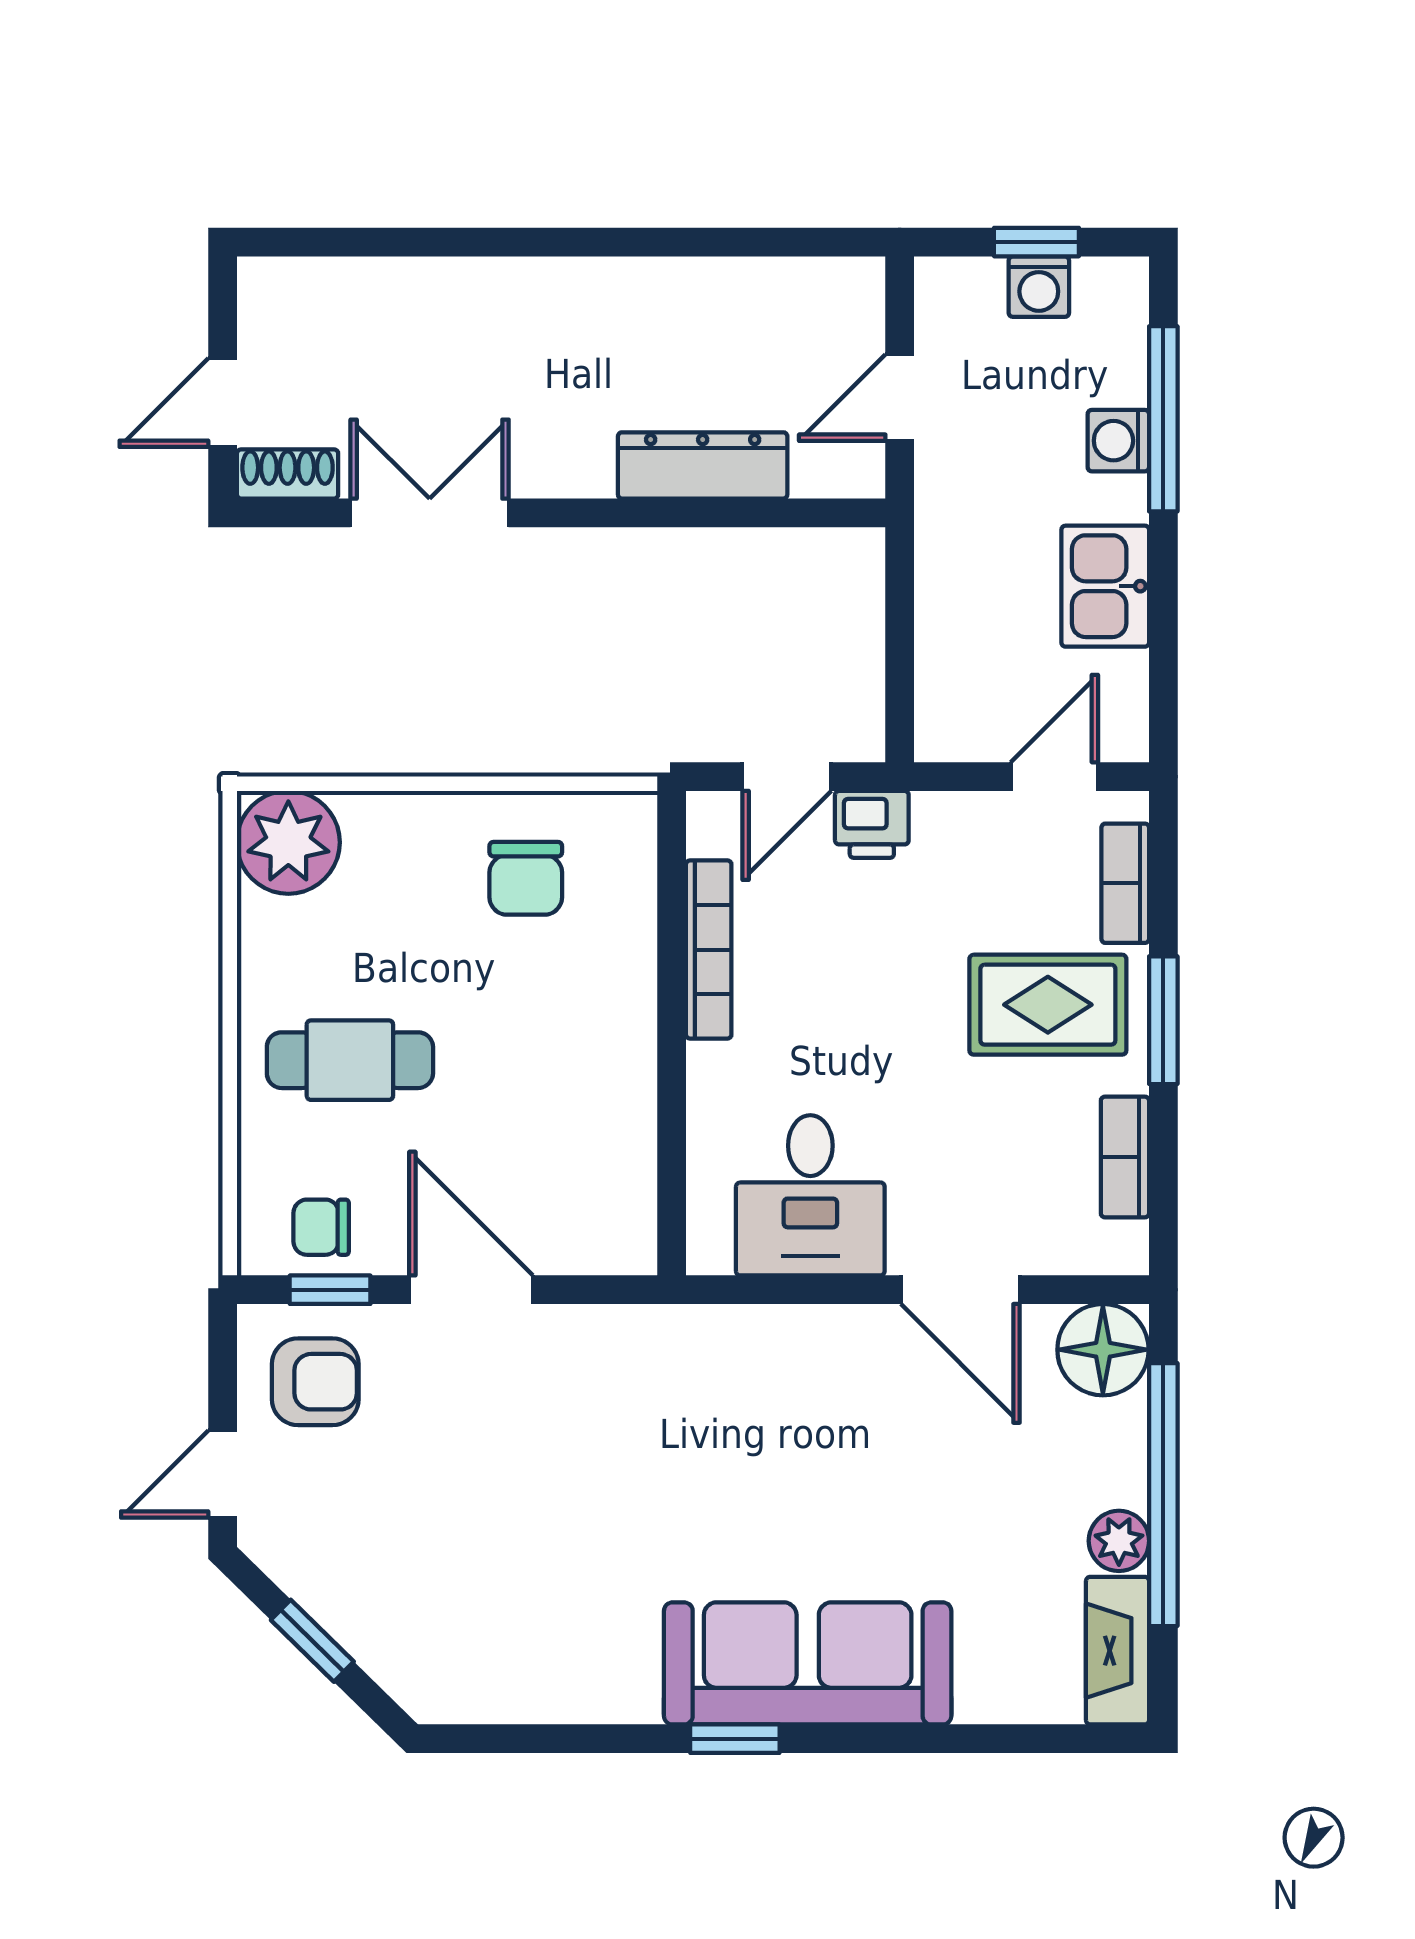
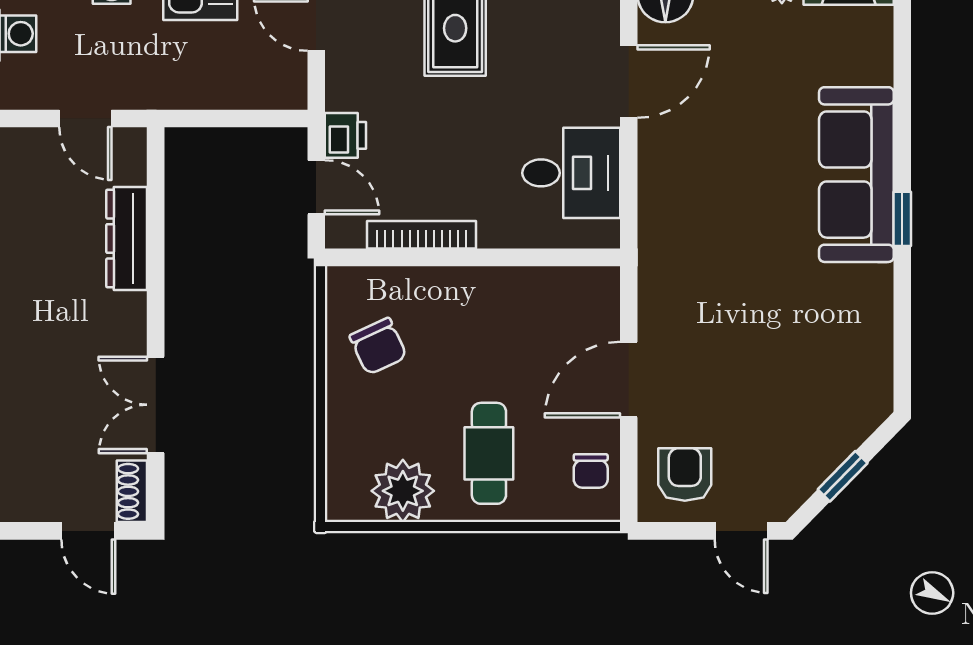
plant: (288, 842) -> (403, 491), moved
chair: (526, 878) -> (378, 346), turned 65
window: (330, 1290) -> (629, 465), removed

